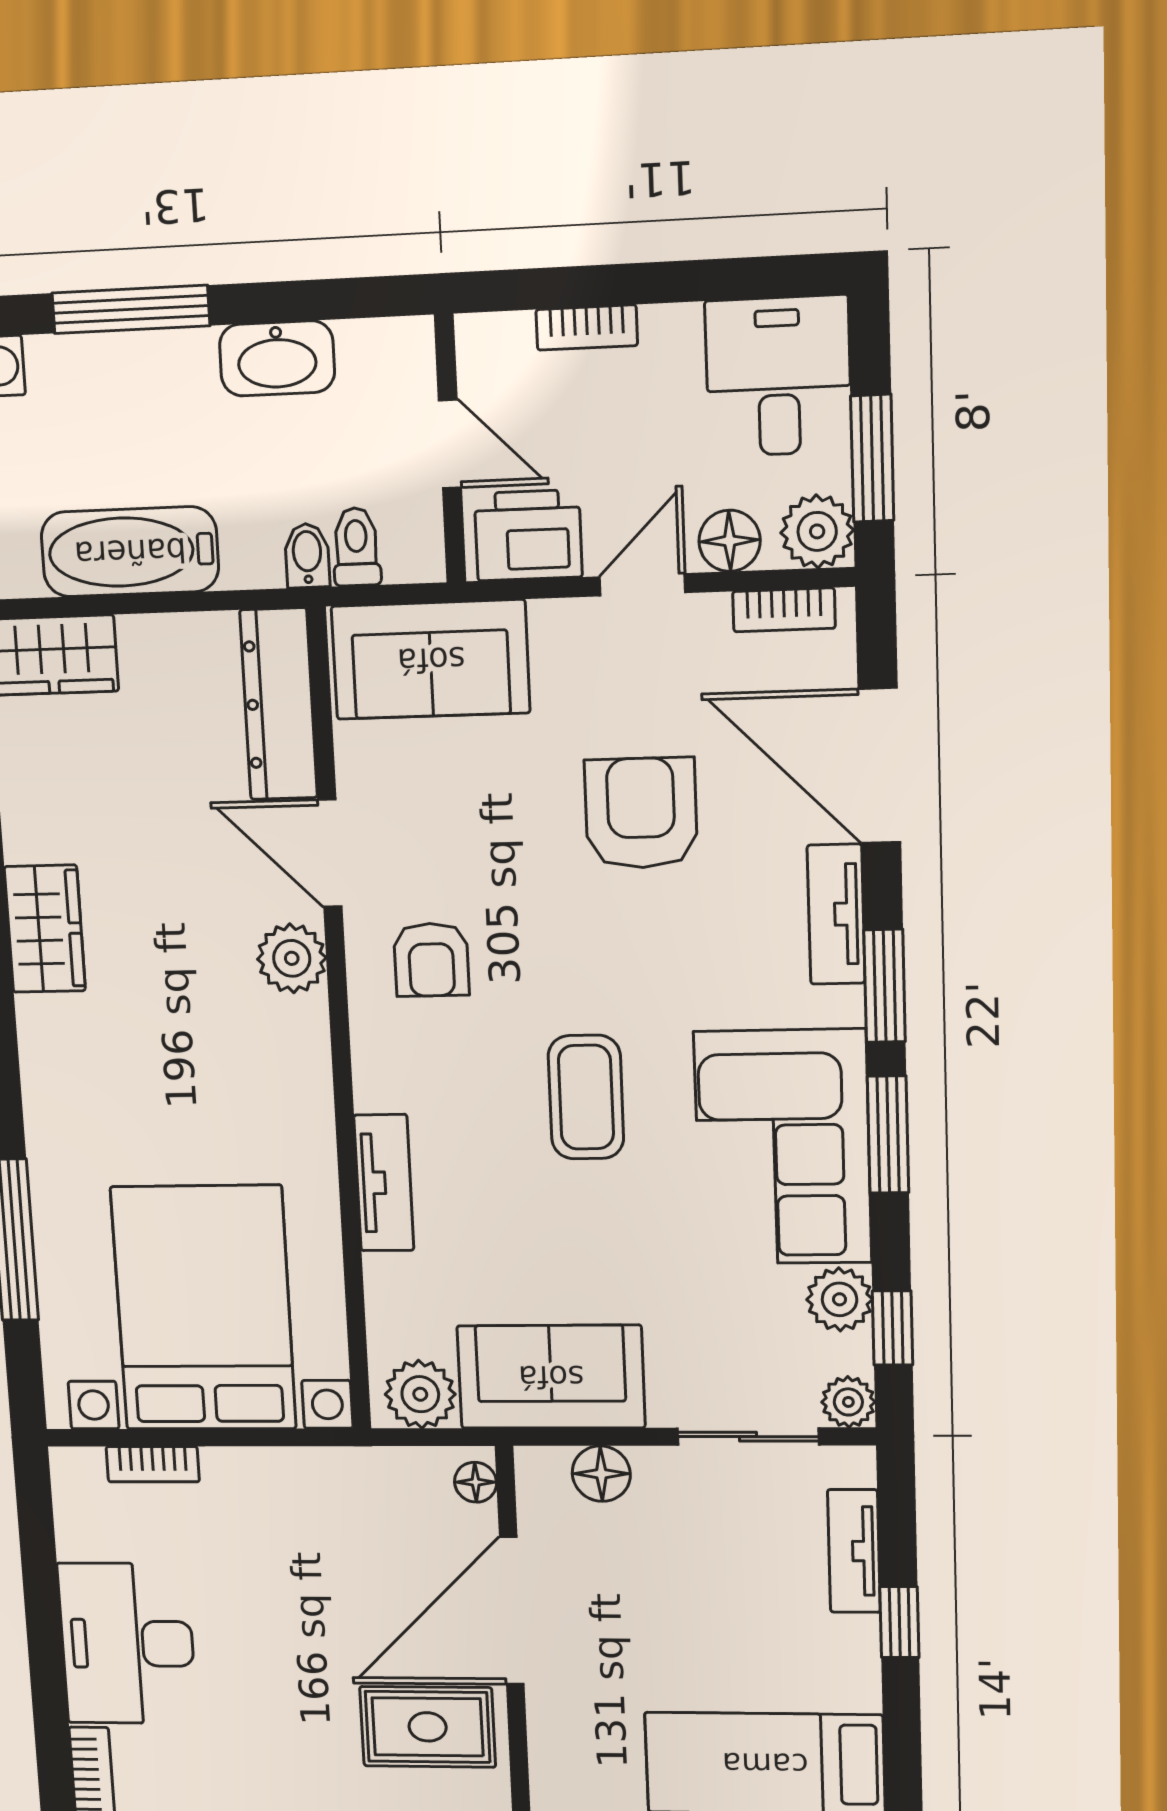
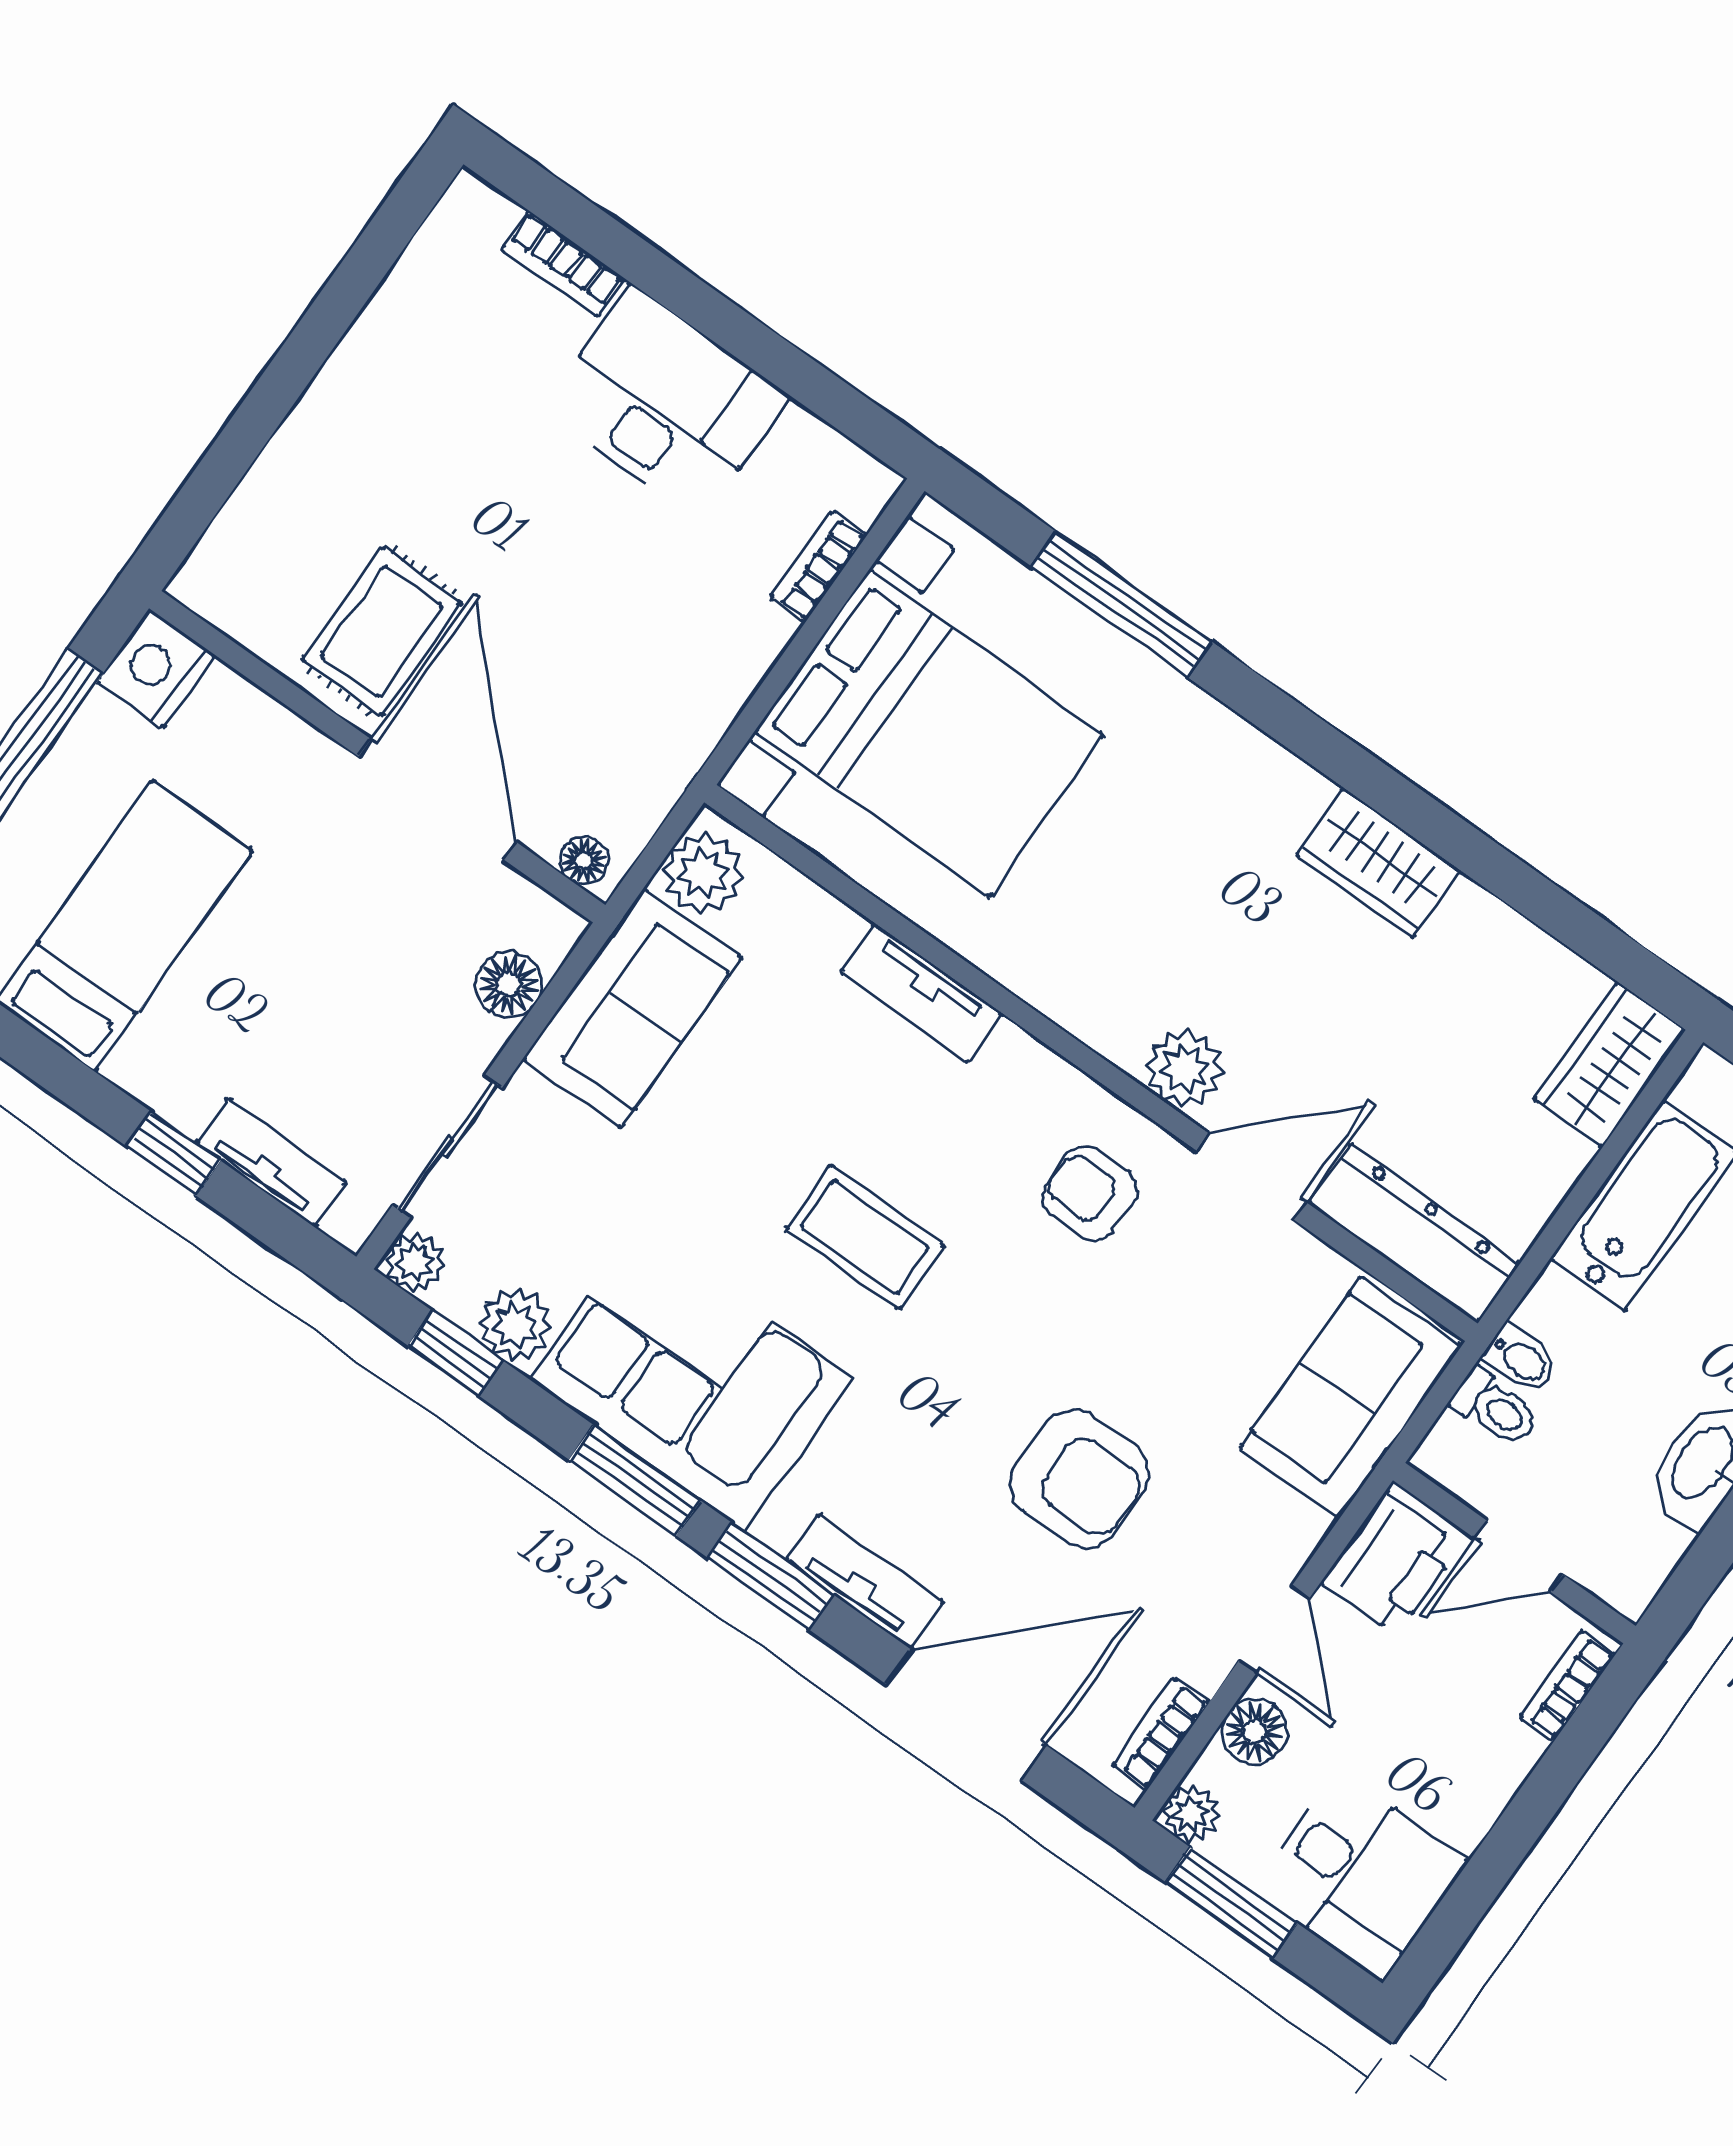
bookcase: (587, 328) -> (1568, 1686), moved
plant: (817, 531) -> (1191, 1814), width x0.73, depth x0.73

